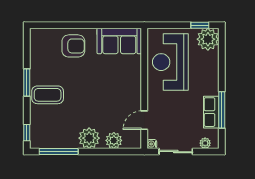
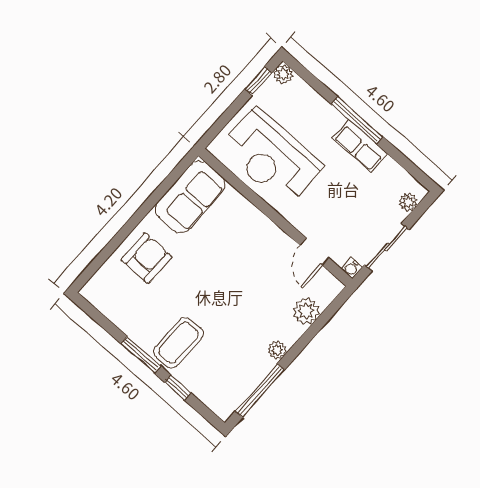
plant: (208, 39) -> (283, 74), width x0.53, depth x0.53
window: (222, 110) -> (357, 120), moved
row of seats: (211, 112) -> (360, 146), moved
window: (27, 133) -> (178, 387), moved
plant: (89, 138) -> (277, 350), width x0.53, depth x0.53

